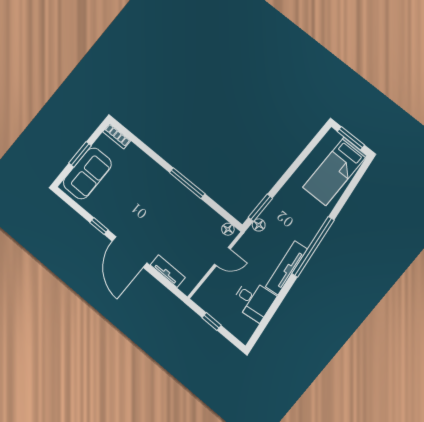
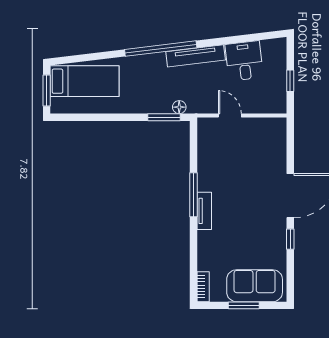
floor lamp: (228, 229) -> (204, 130), removed
tv unit: (168, 271) -> (204, 211), moved, turned 180

